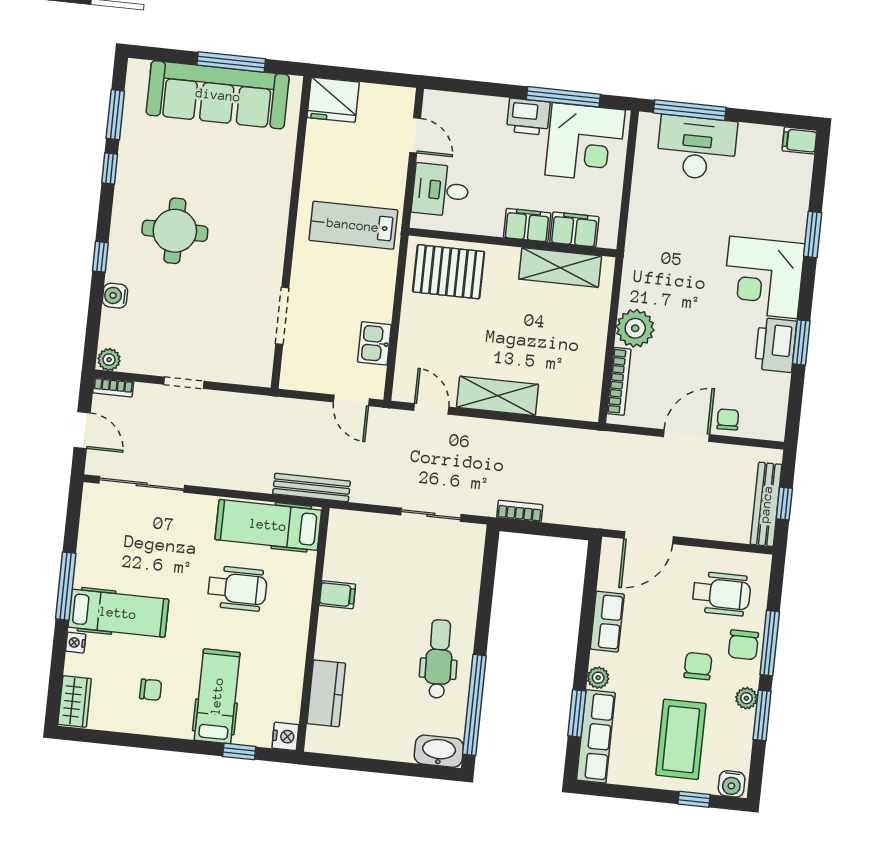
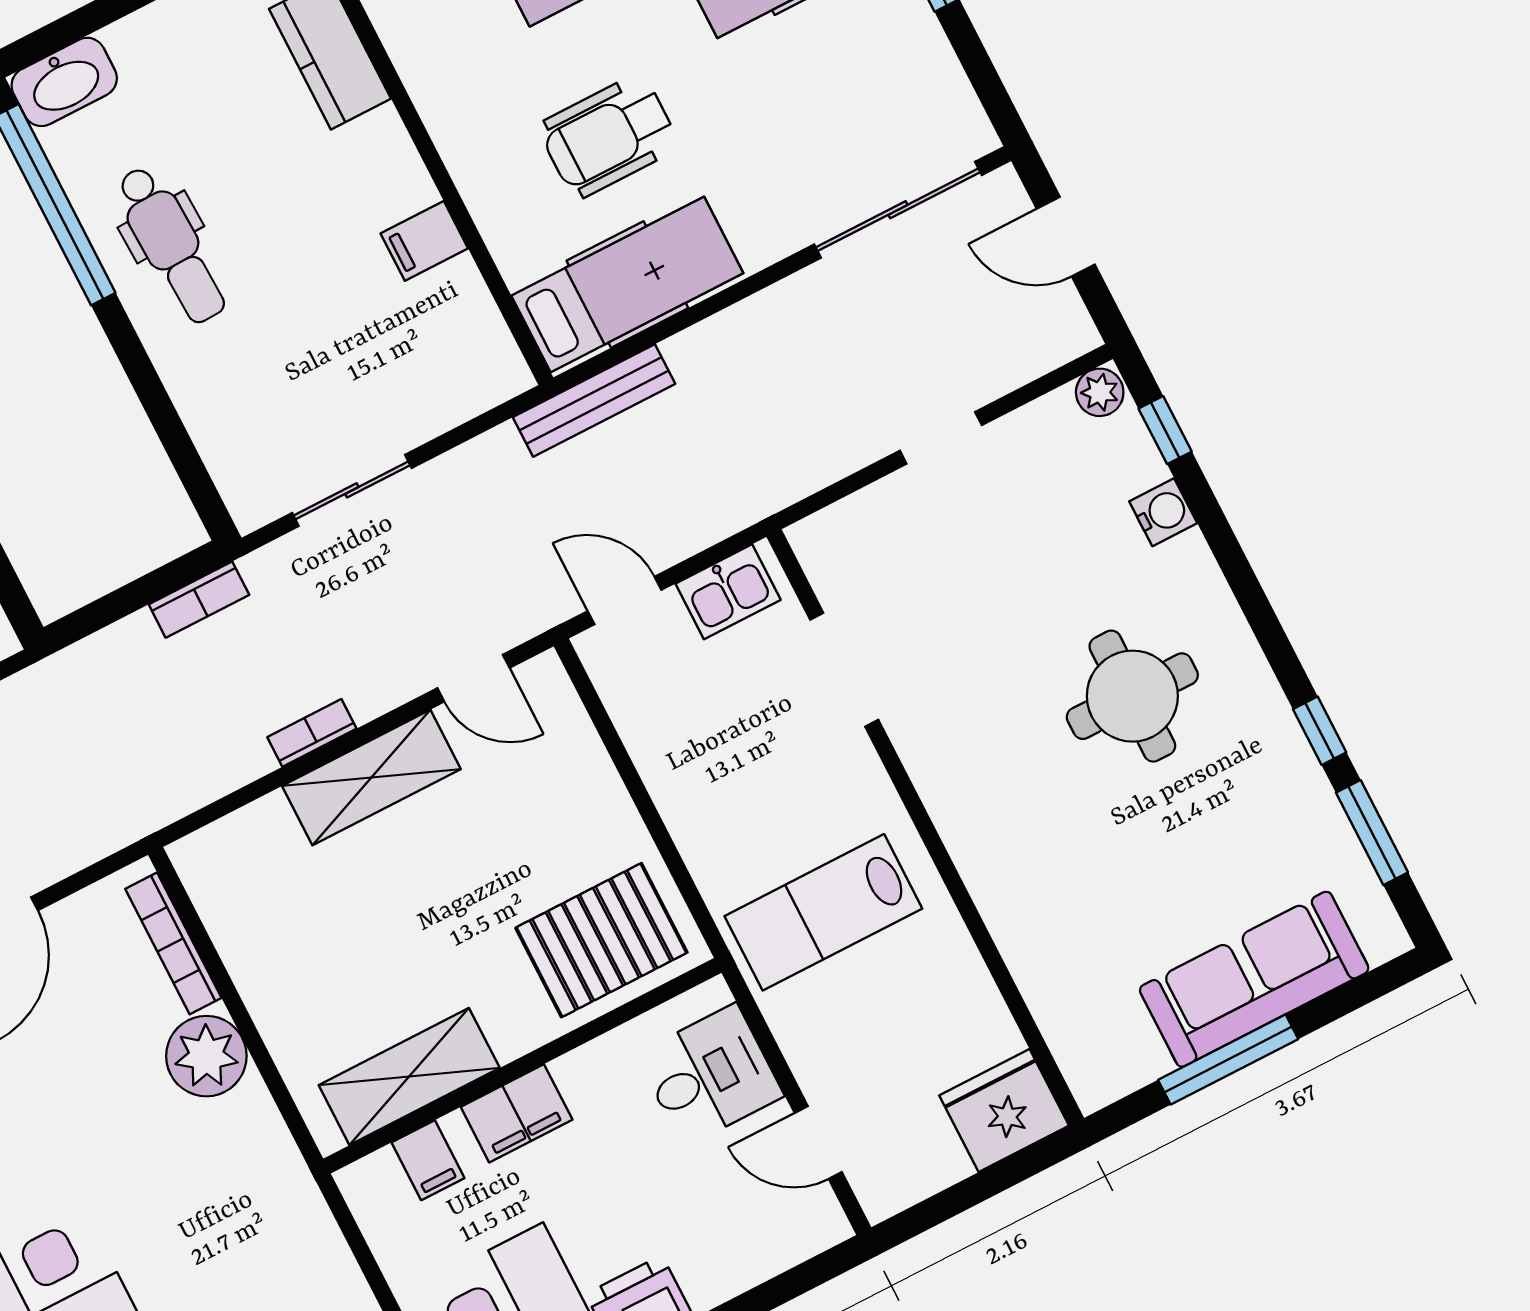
sofa: (218, 95) -> (1254, 979), width x0.74, depth x0.79
lab bench: (353, 225) -> (823, 912), turned 180
filing cabinet: (574, 229) -> (428, 1160), width x0.50
window: (100, 257) -> (1165, 430), moved
kitchen sink: (374, 343) -> (728, 592), moved, turned 90
bookcase: (113, 387) -> (312, 733), moved

